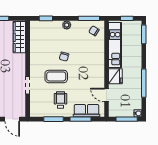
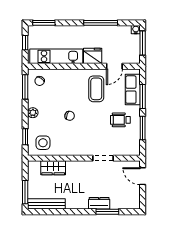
side table: (41, 34) -> (43, 143), added
wardrobe: (19, 37) -> (53, 168), width x0.67
coffee table: (56, 76) -> (96, 89), moved
door: (12, 119) -> (143, 176), swing flipped

